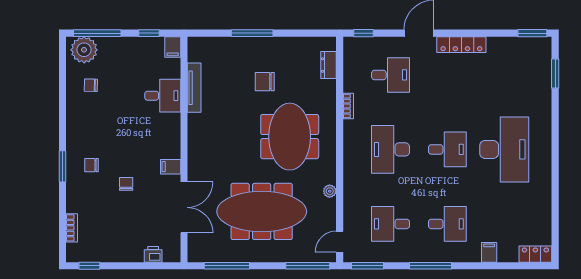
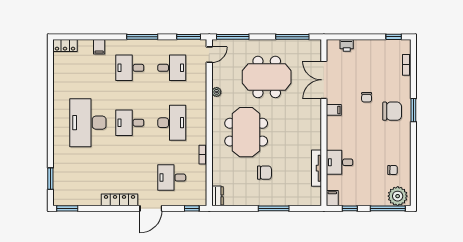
dresser: (329, 65) -> (217, 196), moved
chair: (91, 165) -> (392, 111), width x1.87, depth x1.87
meeting table: (262, 211) -> (267, 77), width x0.73

